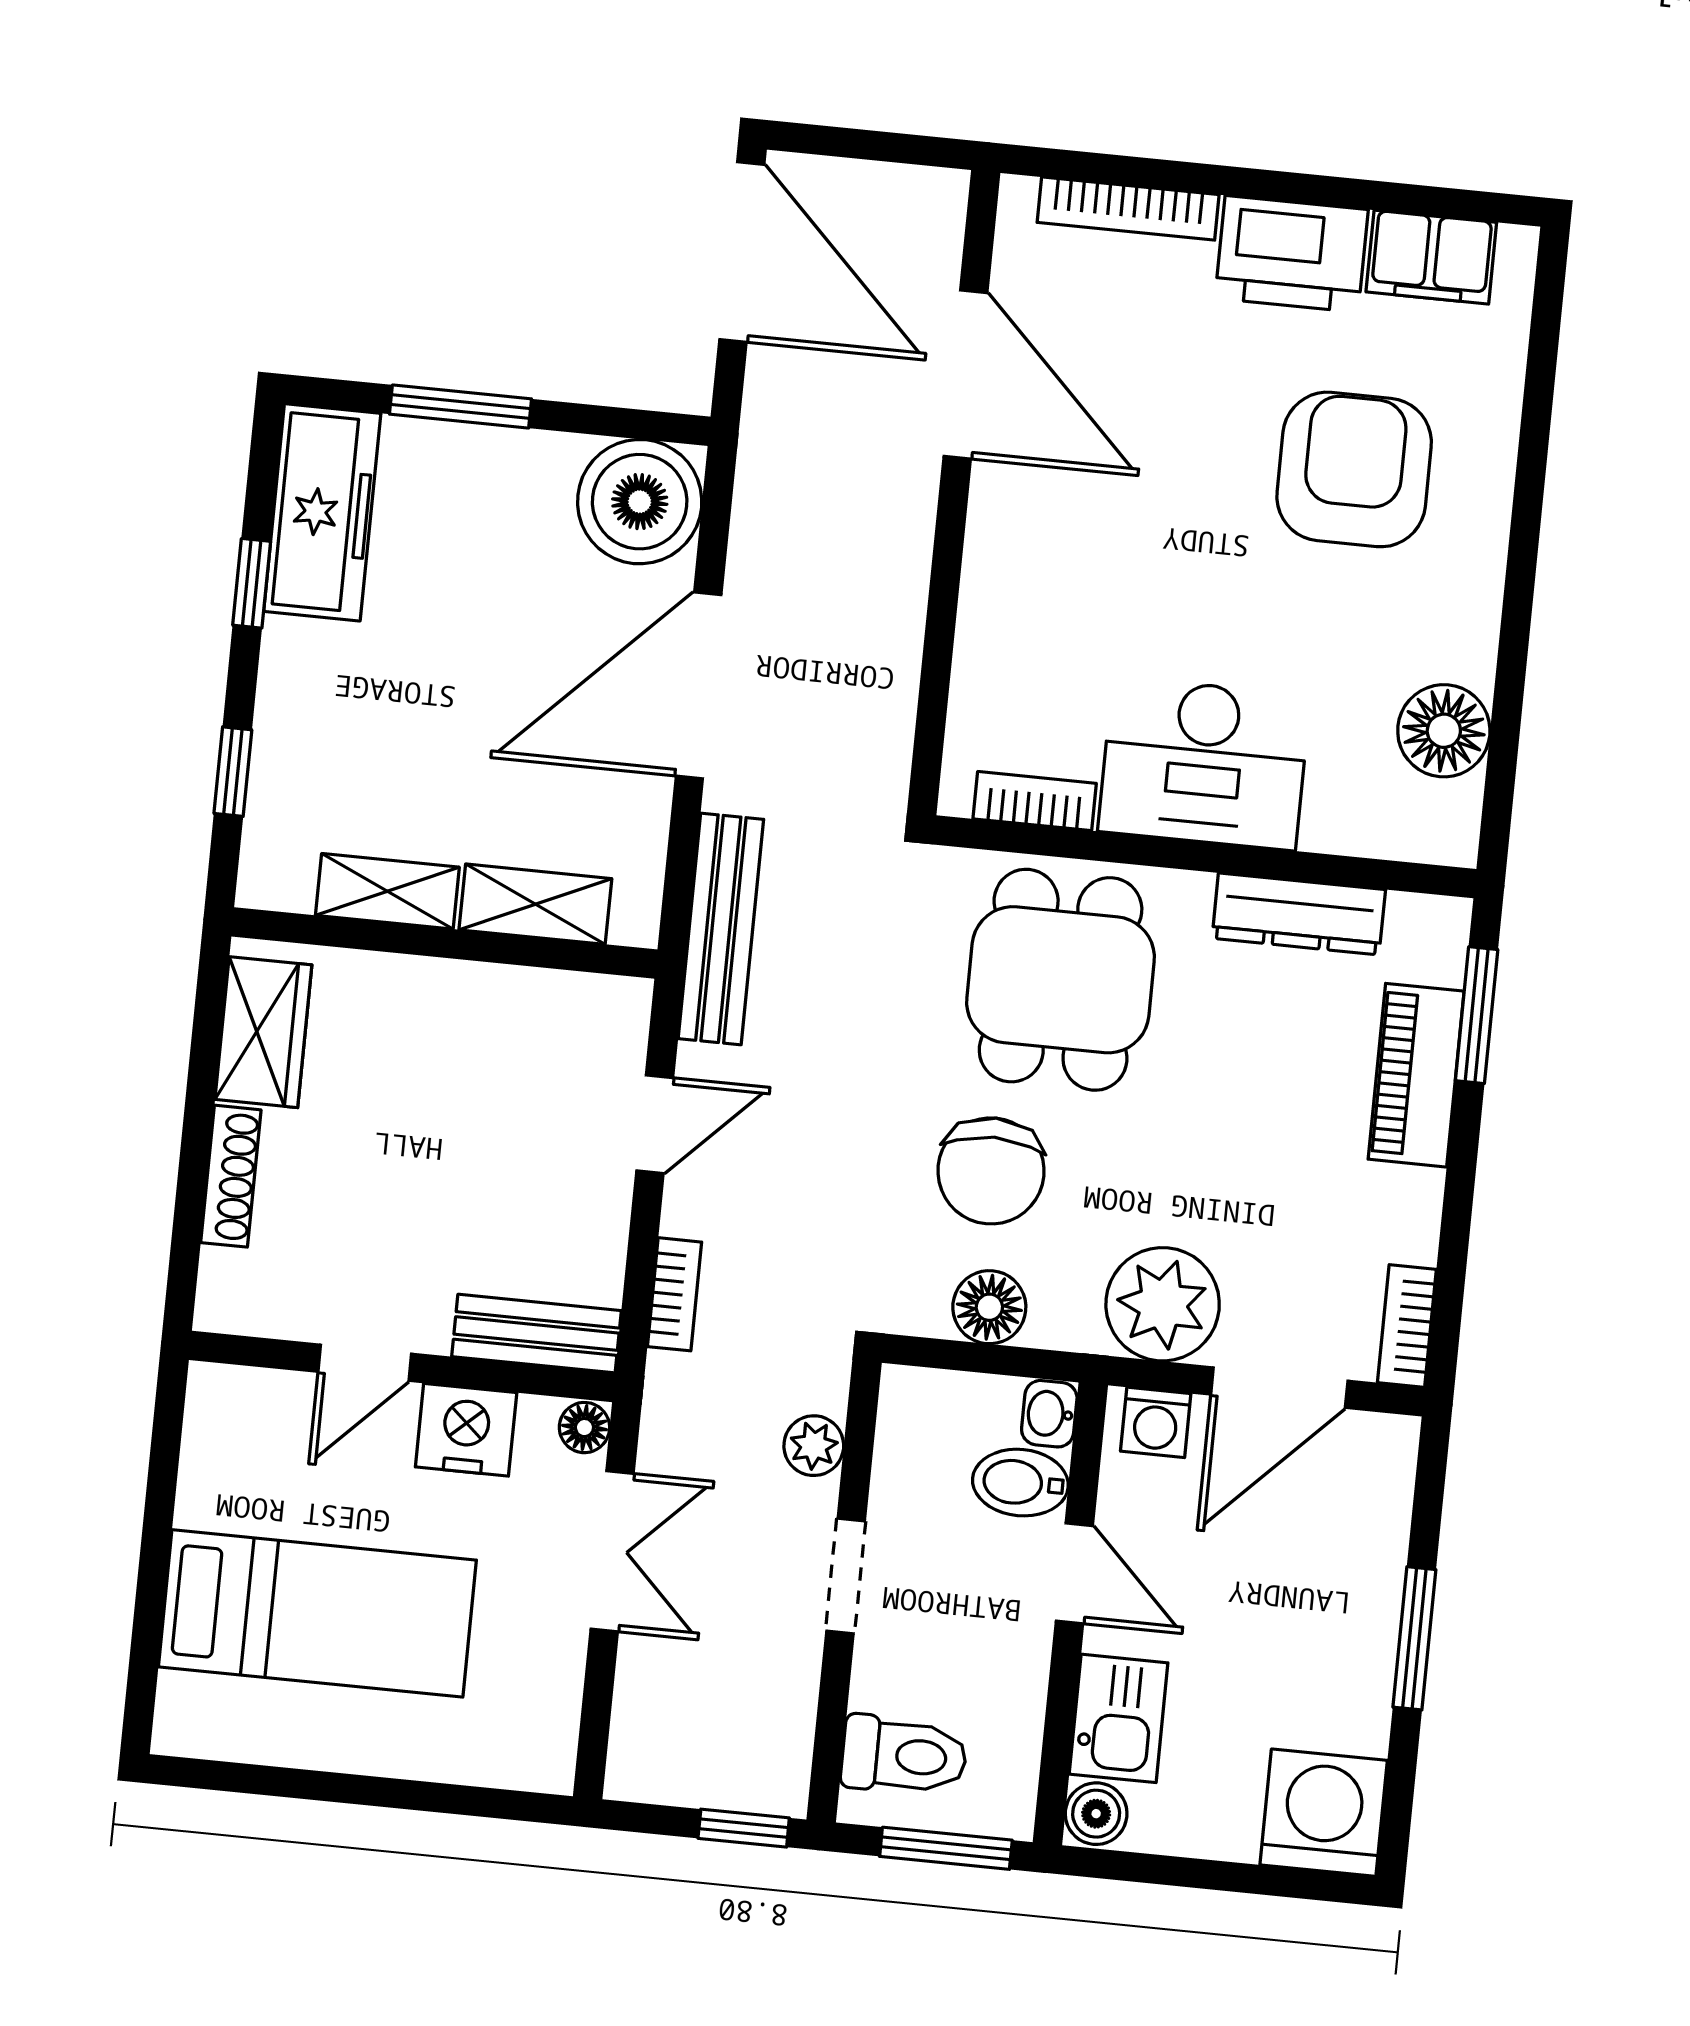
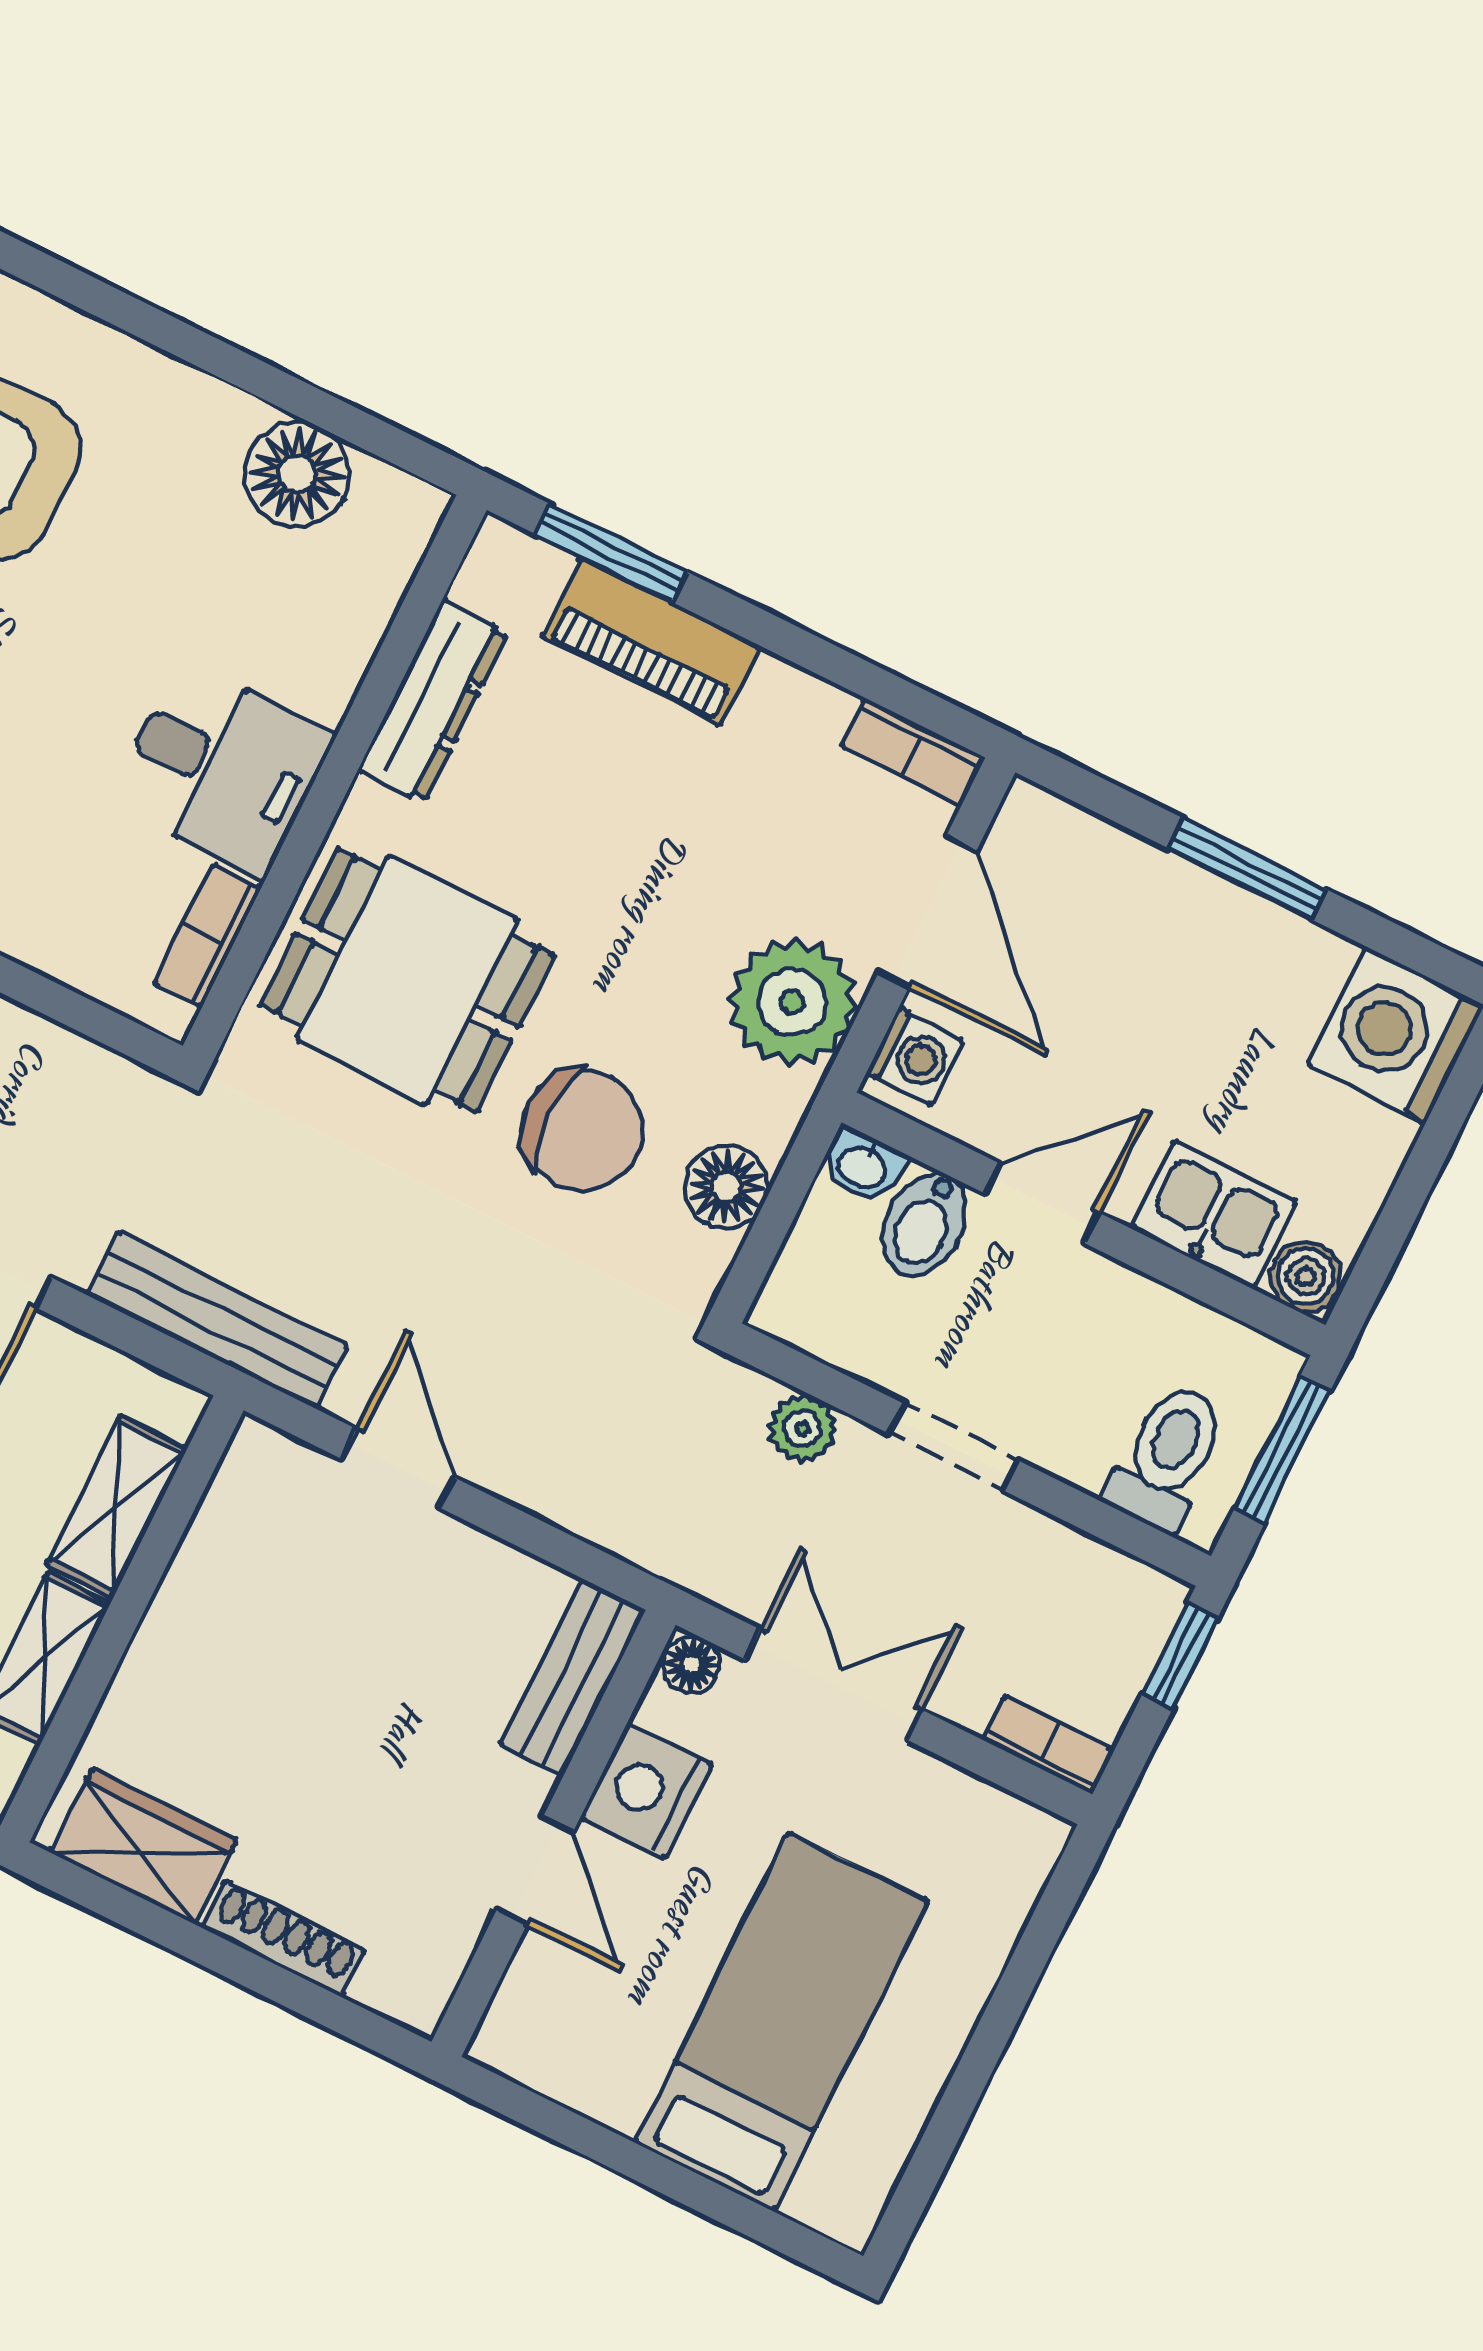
desk: (1204, 763) -> (222, 769), width x0.73
bookcase: (675, 1294) -> (1048, 1745), moved

